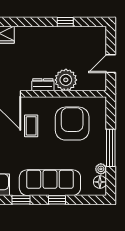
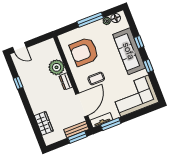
door: (111, 64) -> (20, 47), moved

